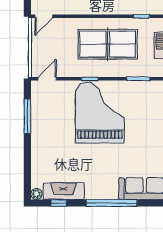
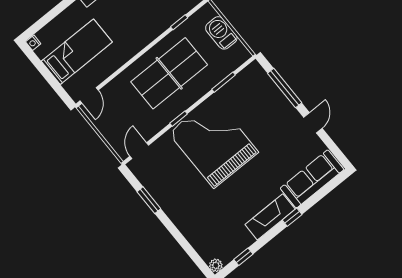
window: (27, 116) -> (149, 200), width x0.69
fireplace: (64, 191) -> (270, 217), moved
window: (112, 203) -> (292, 217), width x0.32

